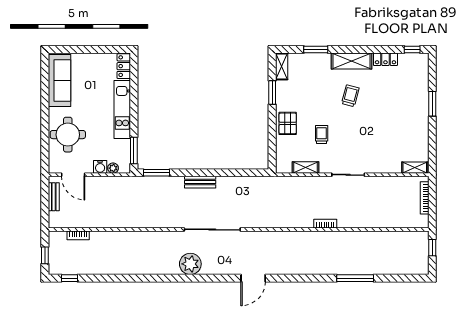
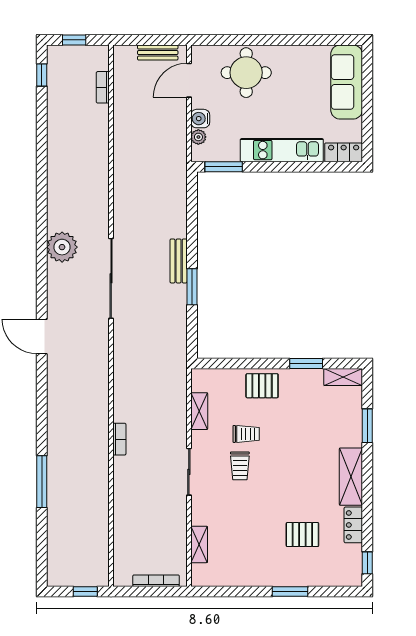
sofa: (59, 80) -> (347, 82), moved, turned 90
pallet: (392, 95) -> (302, 535), added
trolley: (350, 96) -> (240, 466), moved, turned 75
shelving: (415, 168) -> (199, 544), moved
window: (157, 173) -> (192, 287), moved

